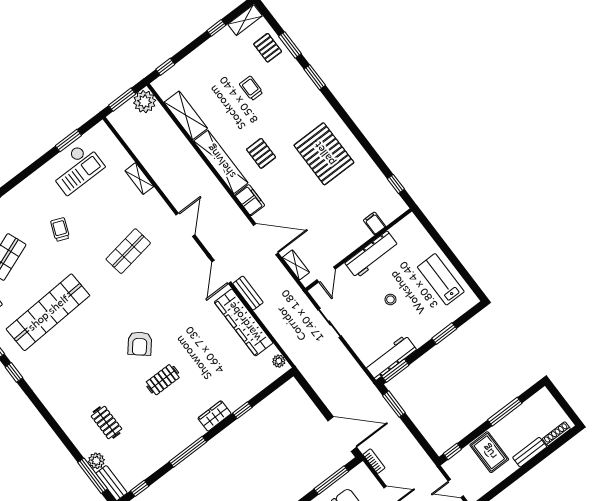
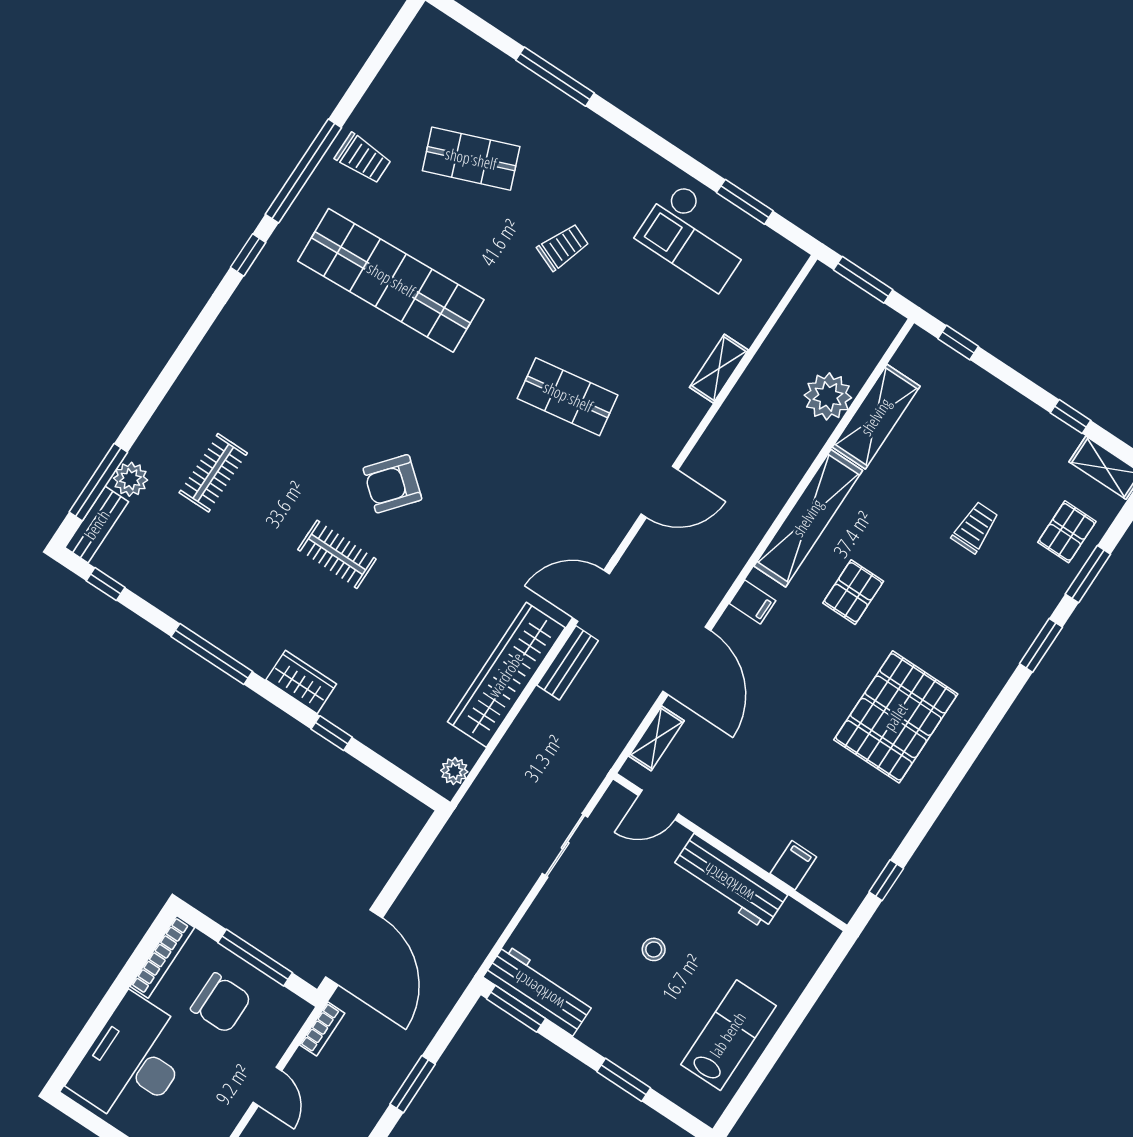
plant: (145, 102) -> (828, 396), moved
filing cabinet: (250, 200) -> (753, 602), width x0.50
window: (394, 404) -> (413, 1084), moved

